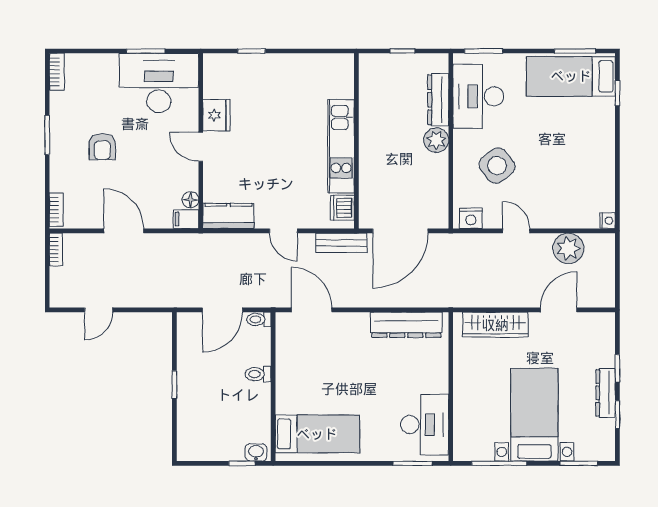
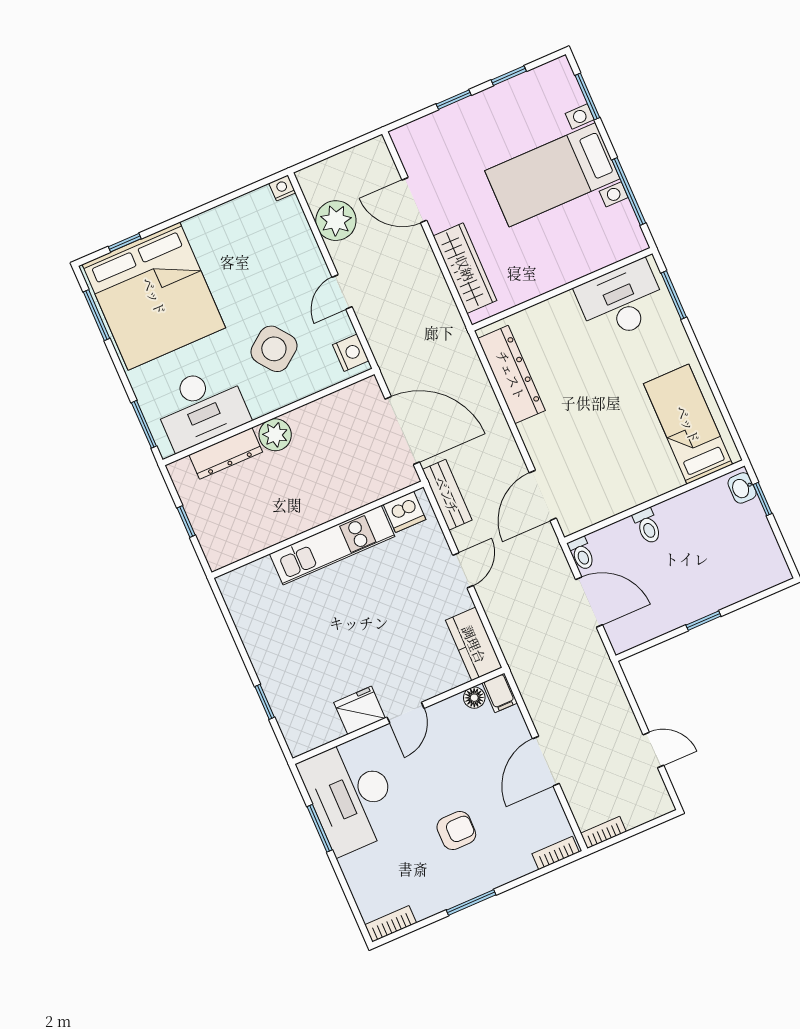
bed: (571, 76) -> (154, 296), width x2.04
dresser: (606, 393) -> (489, 101), removed

